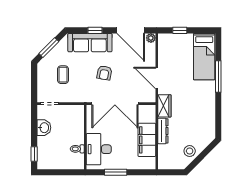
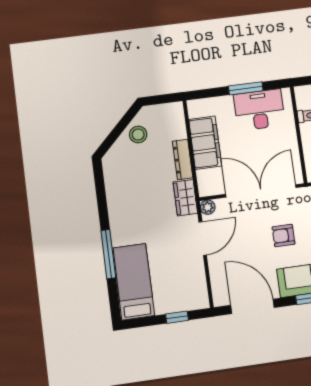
plant: (151, 38) -> (208, 207), moved
armchair: (104, 73) -> (283, 236), turned -100
door: (157, 78) -> (203, 238), hinge flipped
desk: (99, 149) -> (259, 110), moved, turned -90

